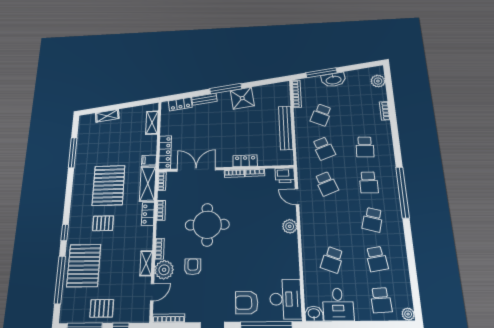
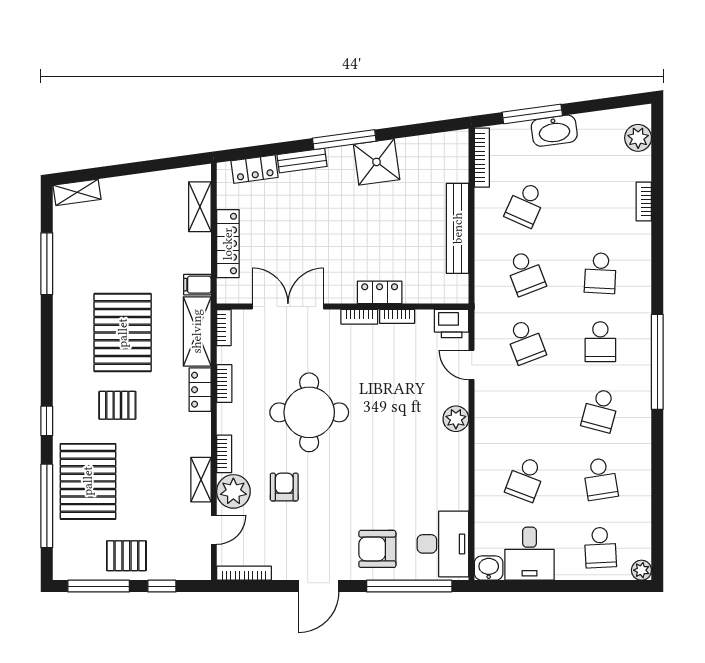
shelving: (107, 116) -> (77, 192), moved
locker: (165, 152) -> (228, 244), moved

